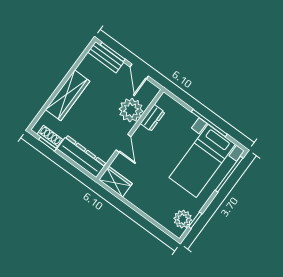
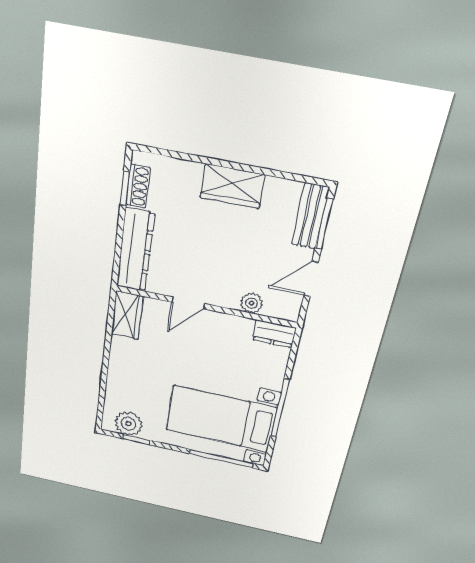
wardrobe: (68, 95) -> (232, 186), width x0.67
plant: (131, 110) -> (251, 303), width x0.53, depth x0.53
dresser: (153, 118) -> (274, 334), moved

